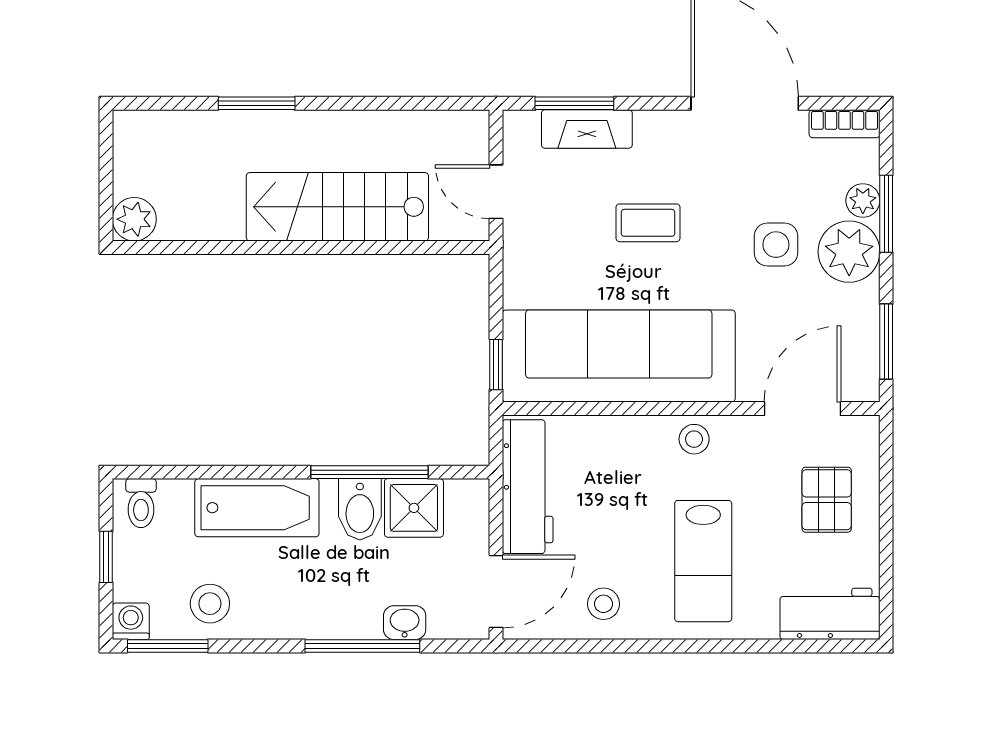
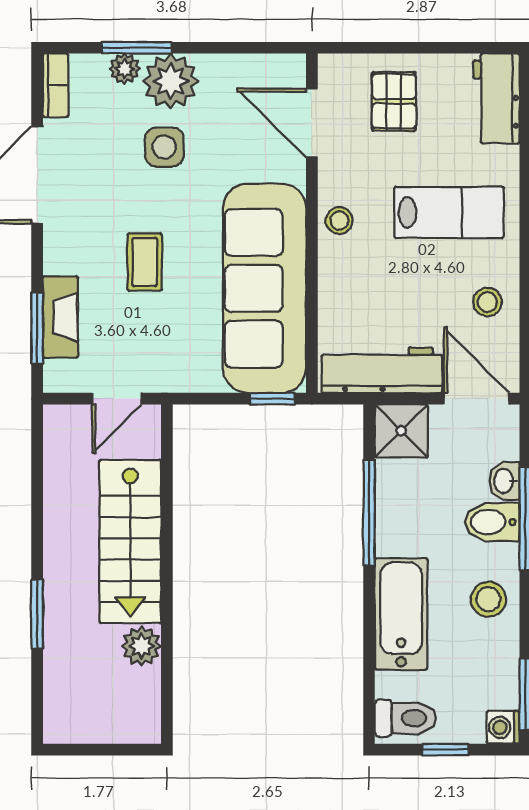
plant: (134, 219) -> (141, 646), moved
window: (886, 342) -> (252, 48), removed
pallet: (827, 500) -> (394, 101), turned 90
toilet: (141, 503) -> (405, 718), width x1.37, depth x1.39
shower: (414, 508) -> (401, 431), moved
bidet: (360, 509) -> (492, 522), moved, turned 180
stool: (210, 604) -> (488, 599), moved

